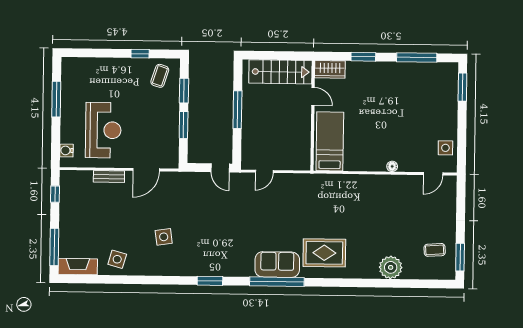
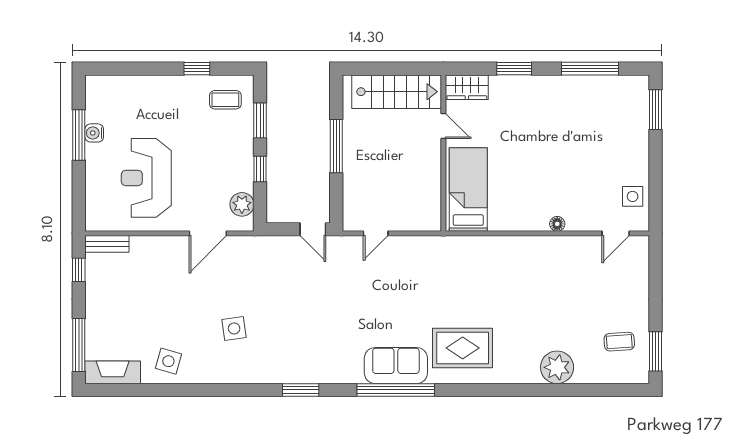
coffee table: (160, 76) -> (225, 100), turned 72
window: (184, 125) -> (260, 169), width x0.67
reception desk: (103, 130) -> (146, 178), turned 180
water cooler: (66, 150) -> (94, 133), moved
plant: (170, 150) -> (242, 204), added
bench: (109, 177) -> (107, 244), moved

